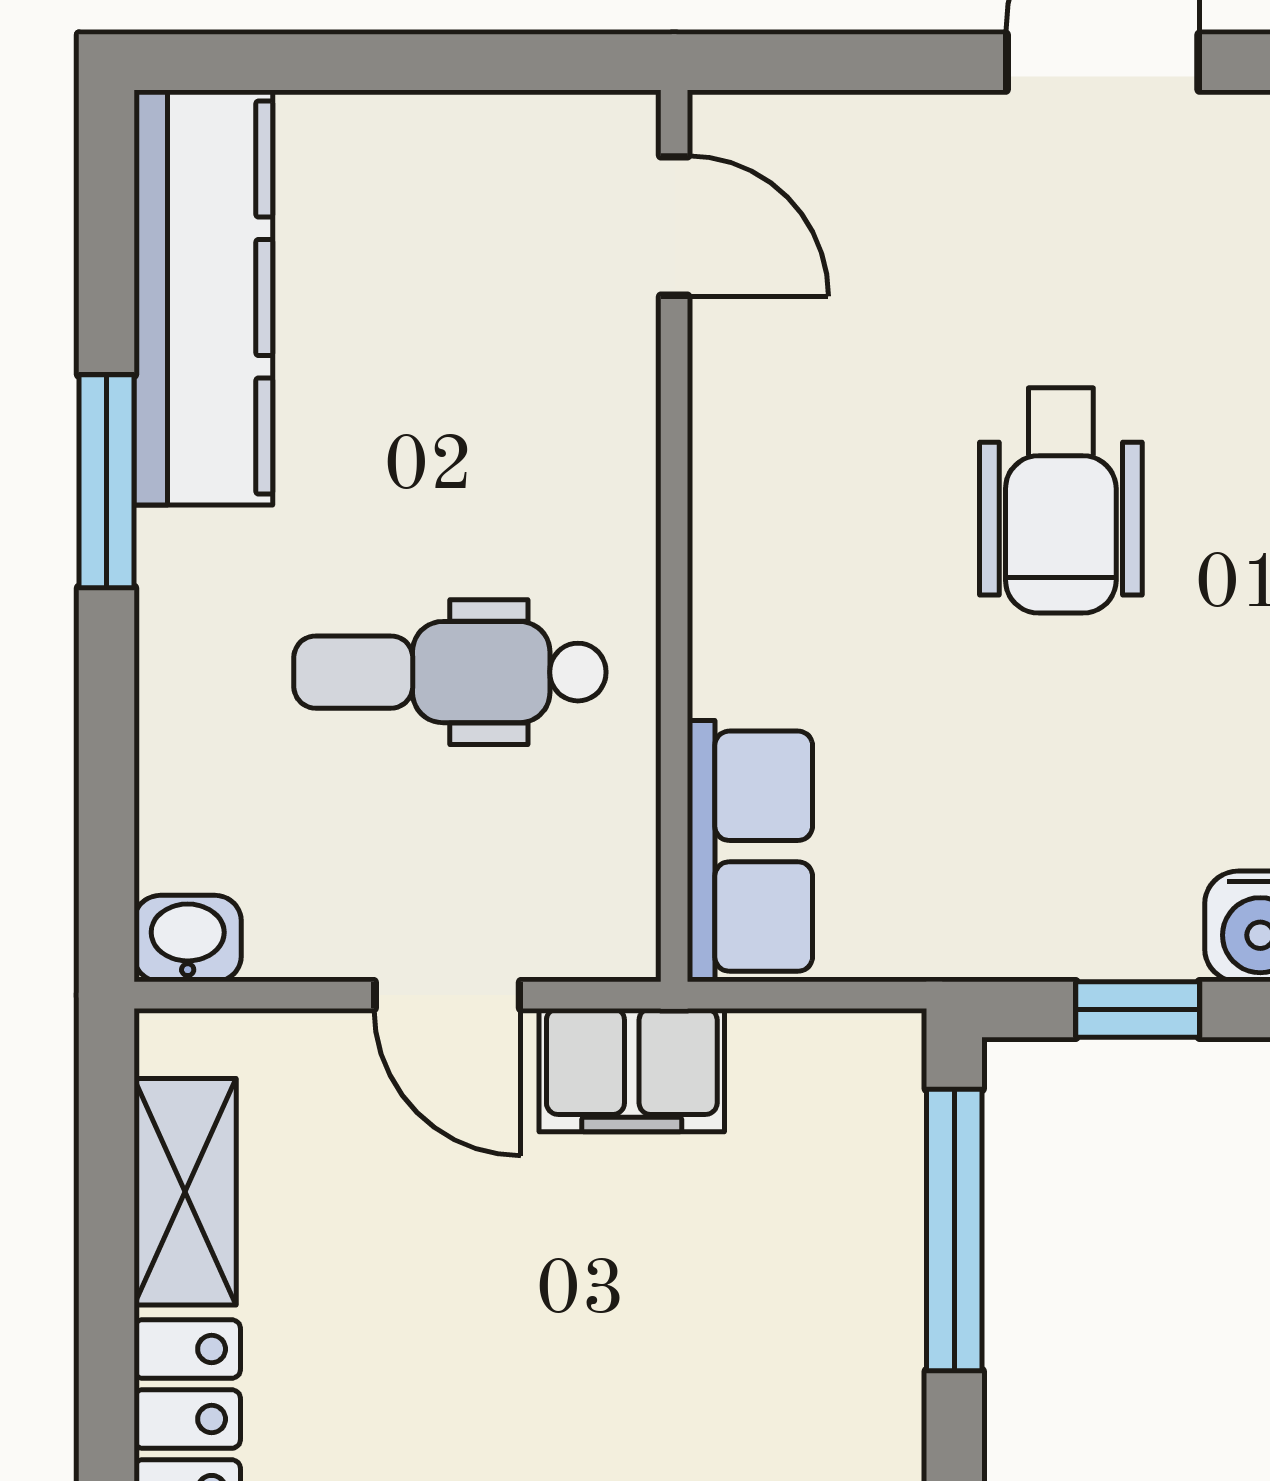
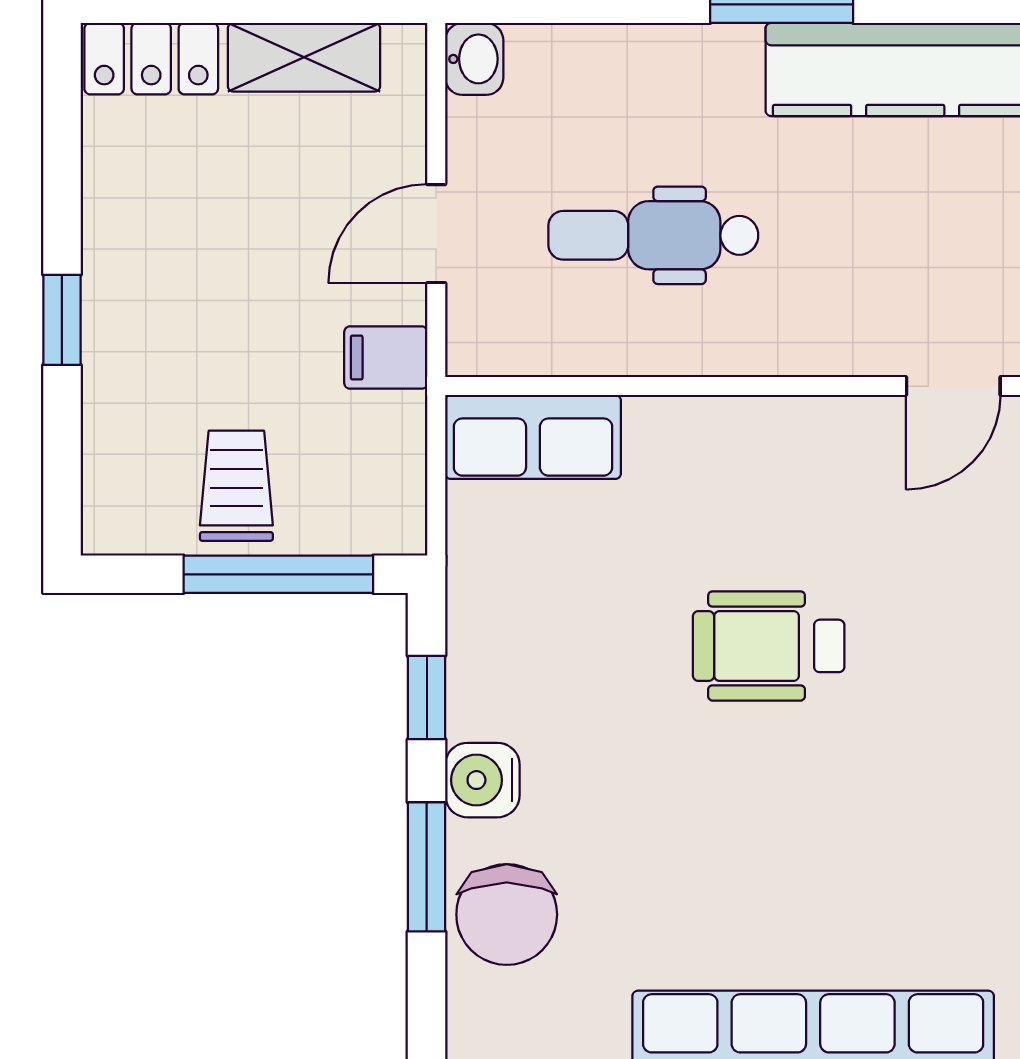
dental chair: (450, 672) -> (653, 235), turned -90
filing cabinet: (632, 1070) -> (386, 358), width x0.50
trolley: (823, 1292) -> (236, 486), added

